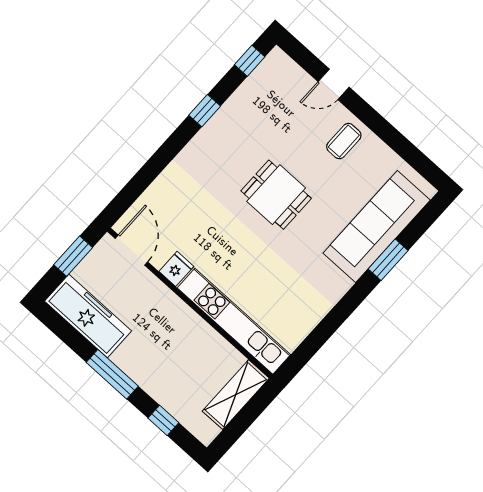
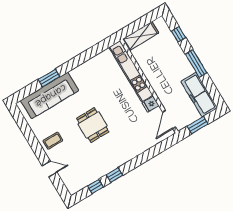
window: (250, 61) -> (95, 187), moved

